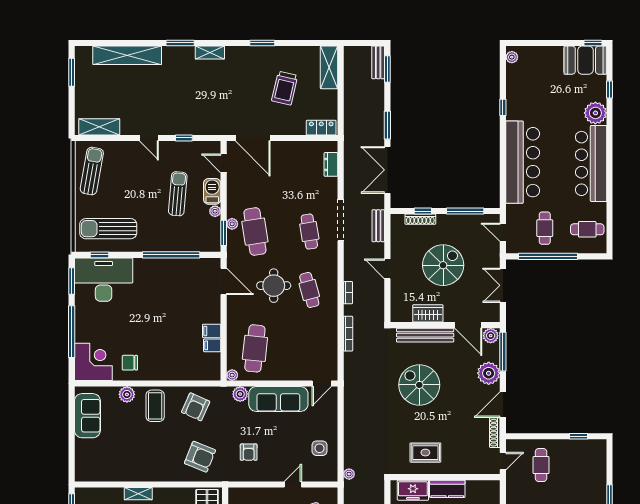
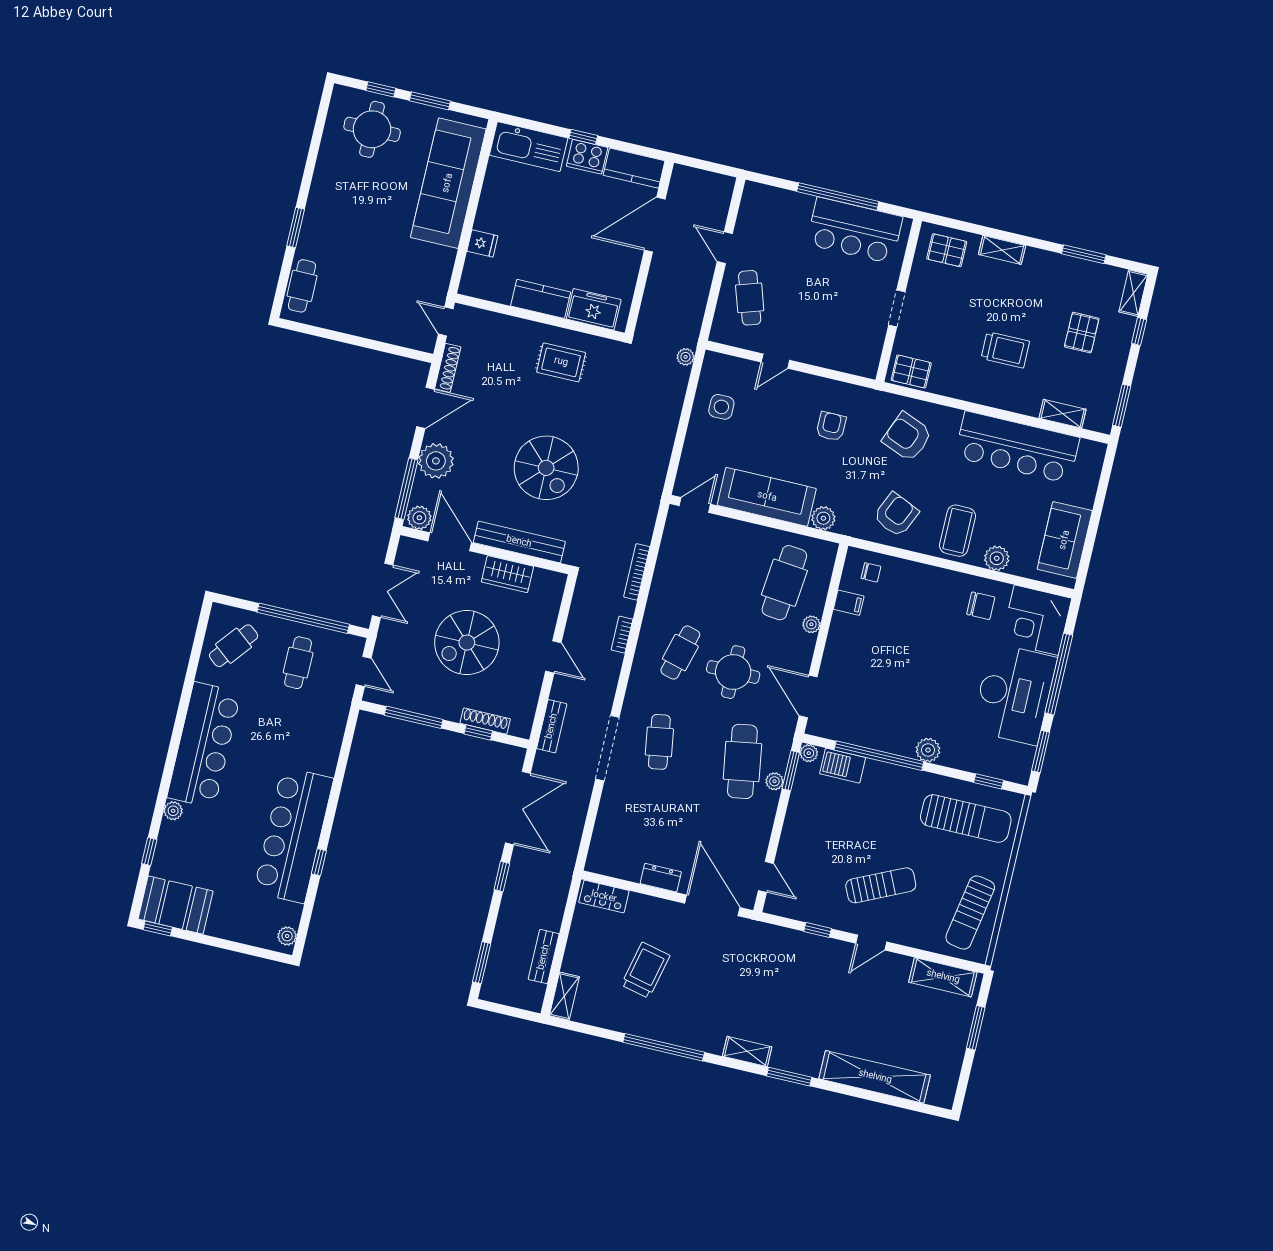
window: (262, 43) -> (664, 1047), width x2.11
bench: (378, 62) -> (544, 957), moved
shelving: (329, 67) -> (564, 996), width x0.67, depth x0.75
window: (72, 72) -> (976, 1028), moved
plant: (595, 113) -> (173, 811), width x0.53, depth x0.53
window: (387, 125) -> (502, 876), width x0.67
door: (149, 138) -> (871, 943), swing flipped
bar counter: (523, 162) -> (293, 835), moved
dresser: (331, 164) -> (661, 878), moved, turned -90
barbecue: (212, 191) -> (843, 766), moved, turned 90
sun lounger: (178, 194) -> (881, 885), moved, turned -120
plant: (215, 211) -> (809, 753), moved
cafe table: (587, 229) -> (234, 646), turned -51
plant: (142, 266) -> (928, 750), added
desk: (104, 280) -> (1014, 694), moved, turned -90
cafe table: (309, 290) -> (680, 653), turned 30
filing cabinet: (212, 331) -> (844, 625), removed
chair: (203, 367) -> (871, 572), added
plant: (232, 375) -> (811, 624), moved
window: (579, 436) -> (321, 332), removed
door: (503, 461) -> (446, 321), hinge flipped
cafe table: (541, 465) -> (302, 286), moved
bar counter: (130, 466) -> (1017, 447), added
shelving: (138, 494) -> (1063, 414), moved

